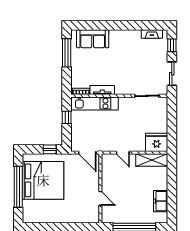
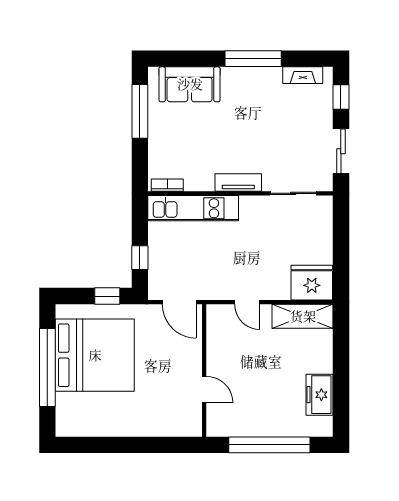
window: (126, 25) -> (253, 59), added
tv unit: (102, 90) -> (238, 183), moved
window: (67, 117) -> (140, 258), moved

